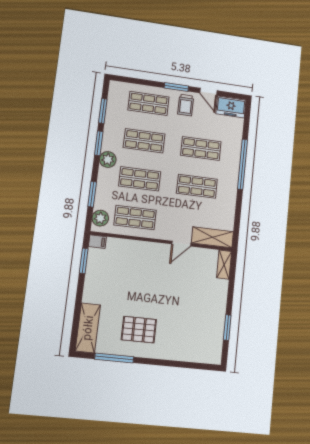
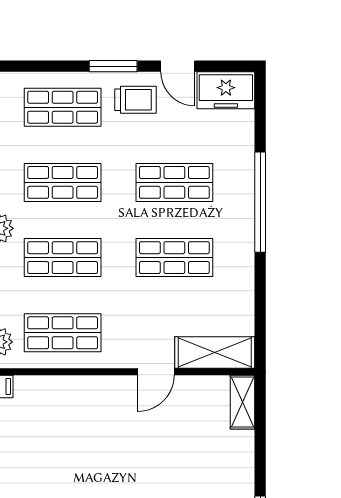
trolley: (186, 105) -> (135, 100), turned -90

